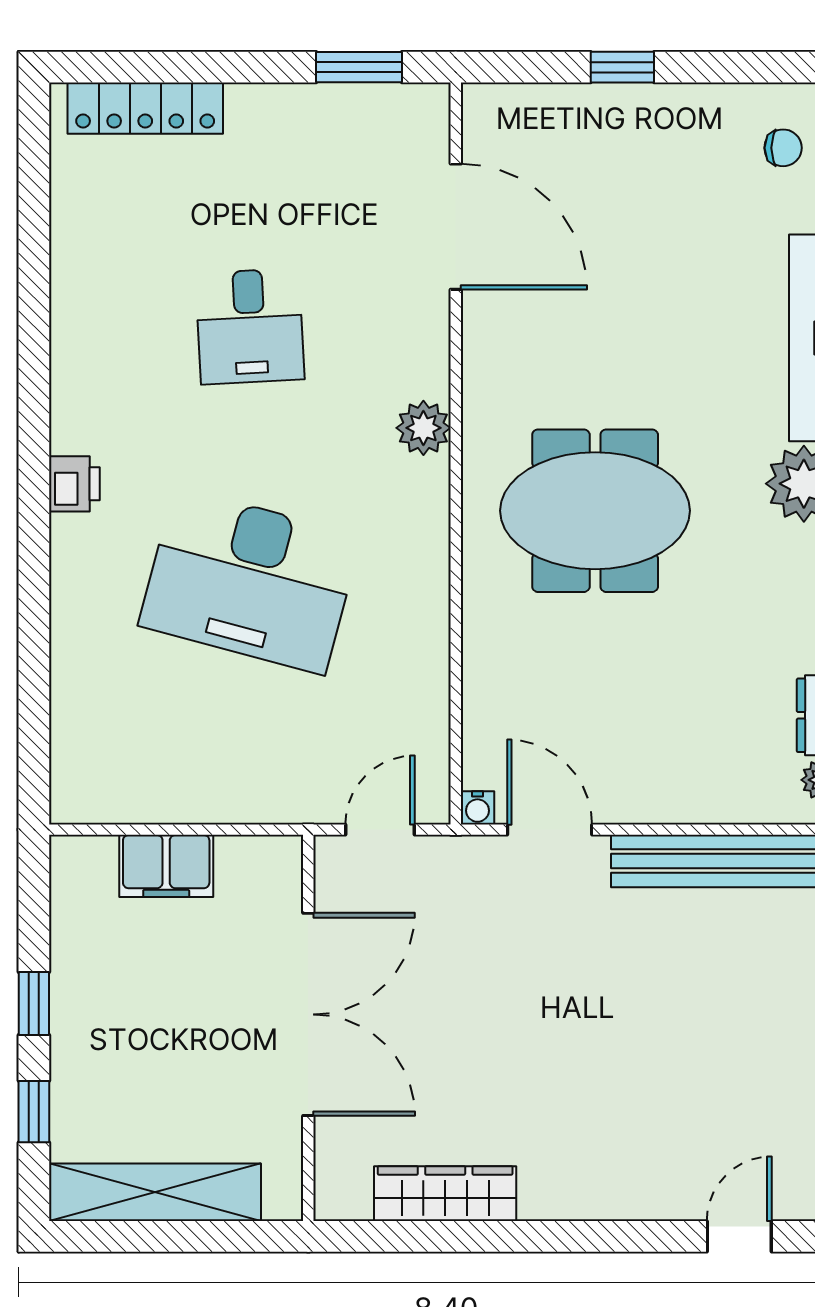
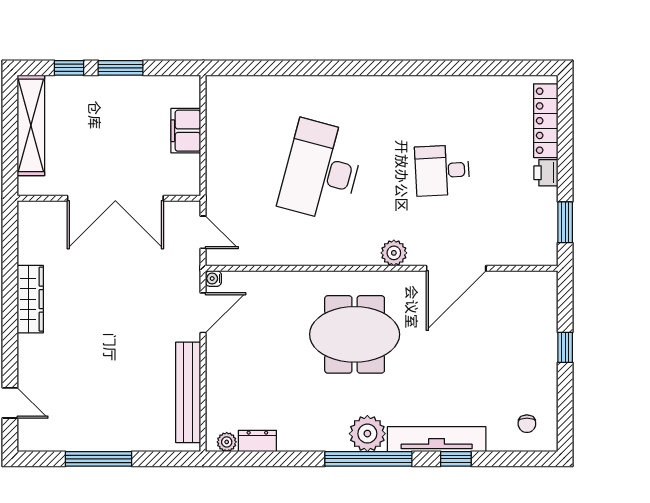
door: (456, 227) -> (456, 268), moved
printer: (74, 484) -> (546, 173), moved, turned 90
meeting table: (595, 511) -> (355, 334), turned 90
window: (34, 1003) -> (120, 68), width x1.50
wardrobe: (445, 1194) -> (30, 299), moved

